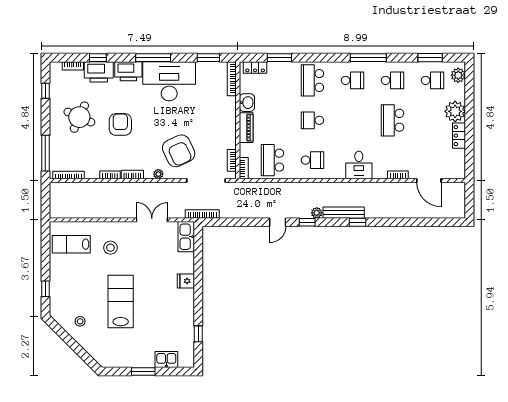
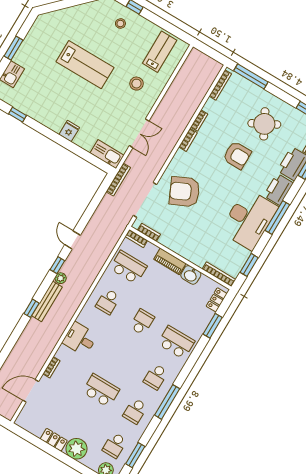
round table: (79, 117) -> (264, 124), turned 38
plant: (158, 174) -> (175, 162), removed
stool: (80, 321) -> (120, 23), moved

